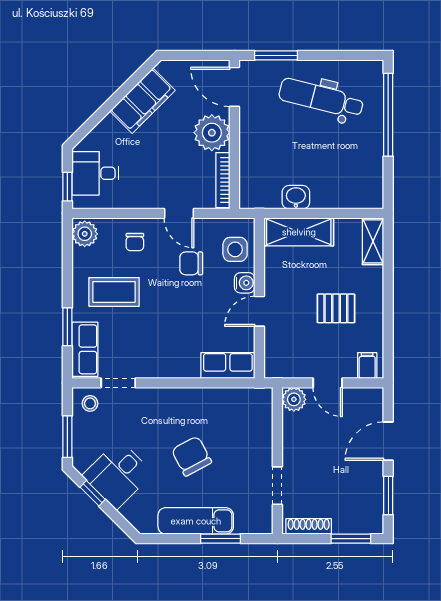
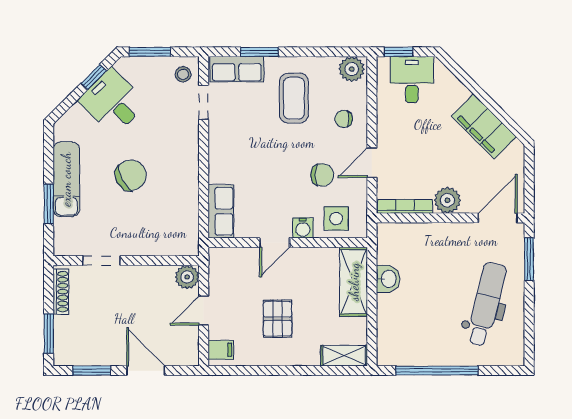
window: (388, 115) -> (437, 371), moved
plant: (212, 133) -> (447, 200), width x0.73, depth x0.73
chair: (191, 263) -> (322, 175), turned 90
door: (259, 311) -> (275, 243), swing flipped

